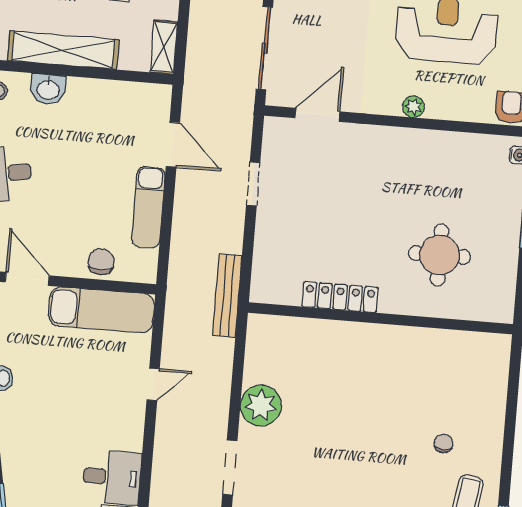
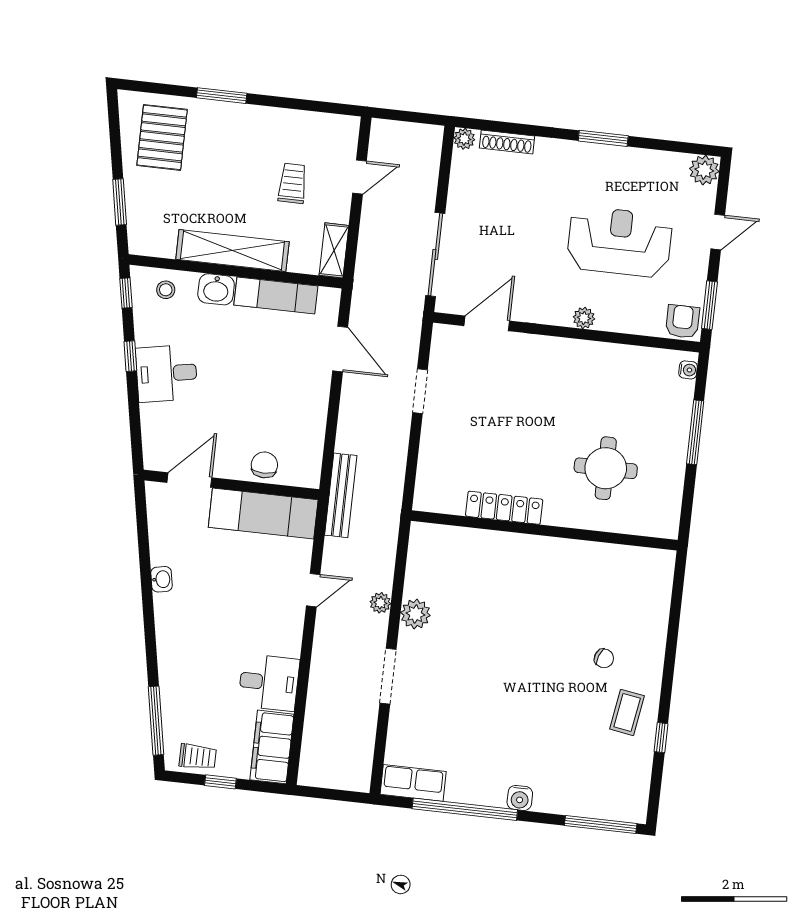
exam couch: (148, 207) -> (276, 295), moved, turned -90
door: (27, 279) -> (189, 480), hinge flipped
bench: (227, 296) -> (341, 495), moved
plant: (220, 395) -> (380, 603), added
plant: (261, 405) -> (415, 614), width x0.73, depth x0.73
chair: (443, 443) -> (604, 658), turned 111

